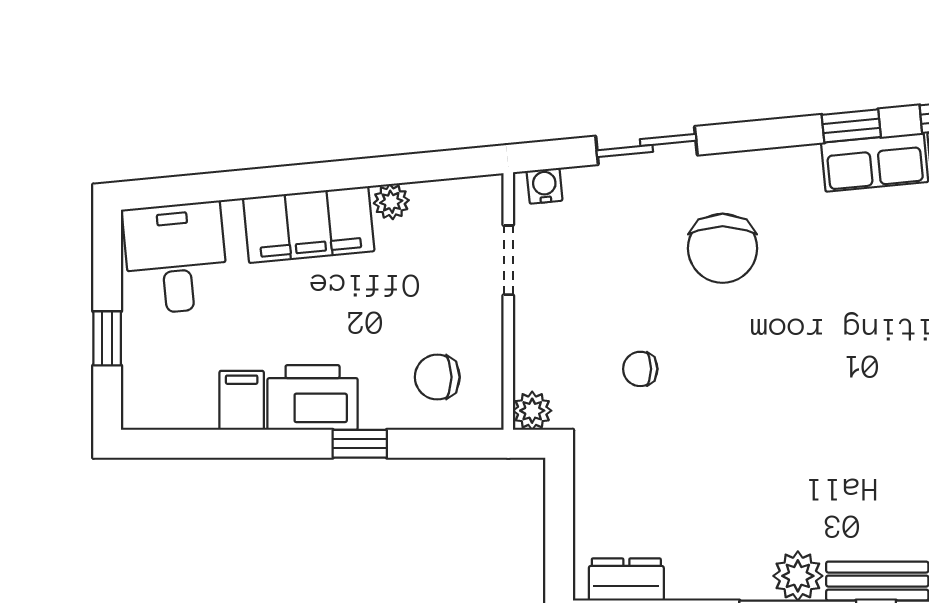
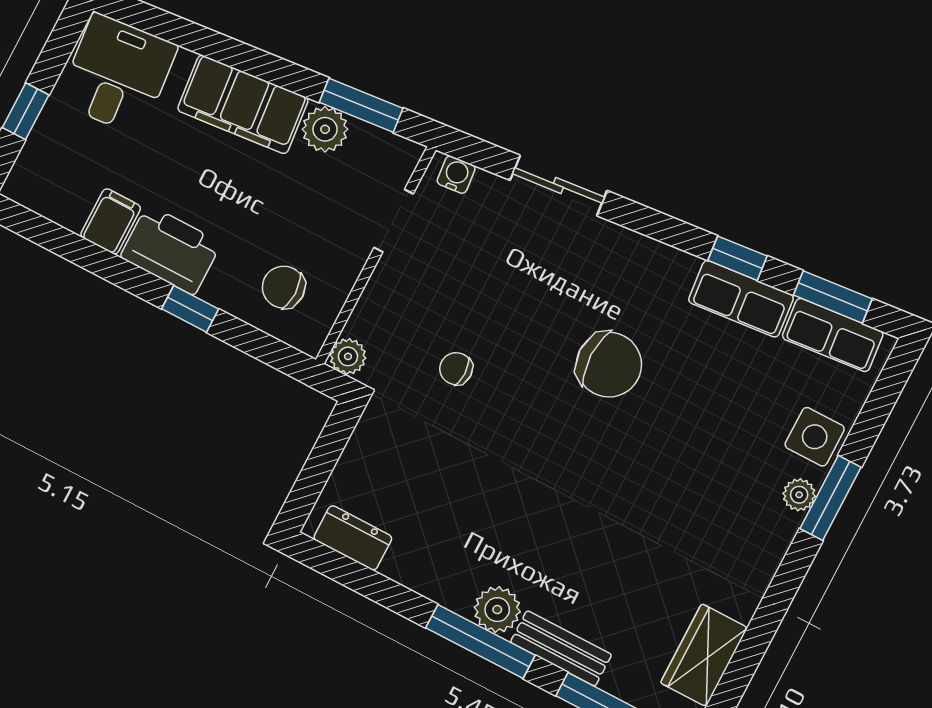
window: (421, 167) -> (361, 105), added
plant: (391, 202) -> (325, 129), width x1.38, depth x1.38
chair: (723, 248) -> (609, 365), moved, turned -90

